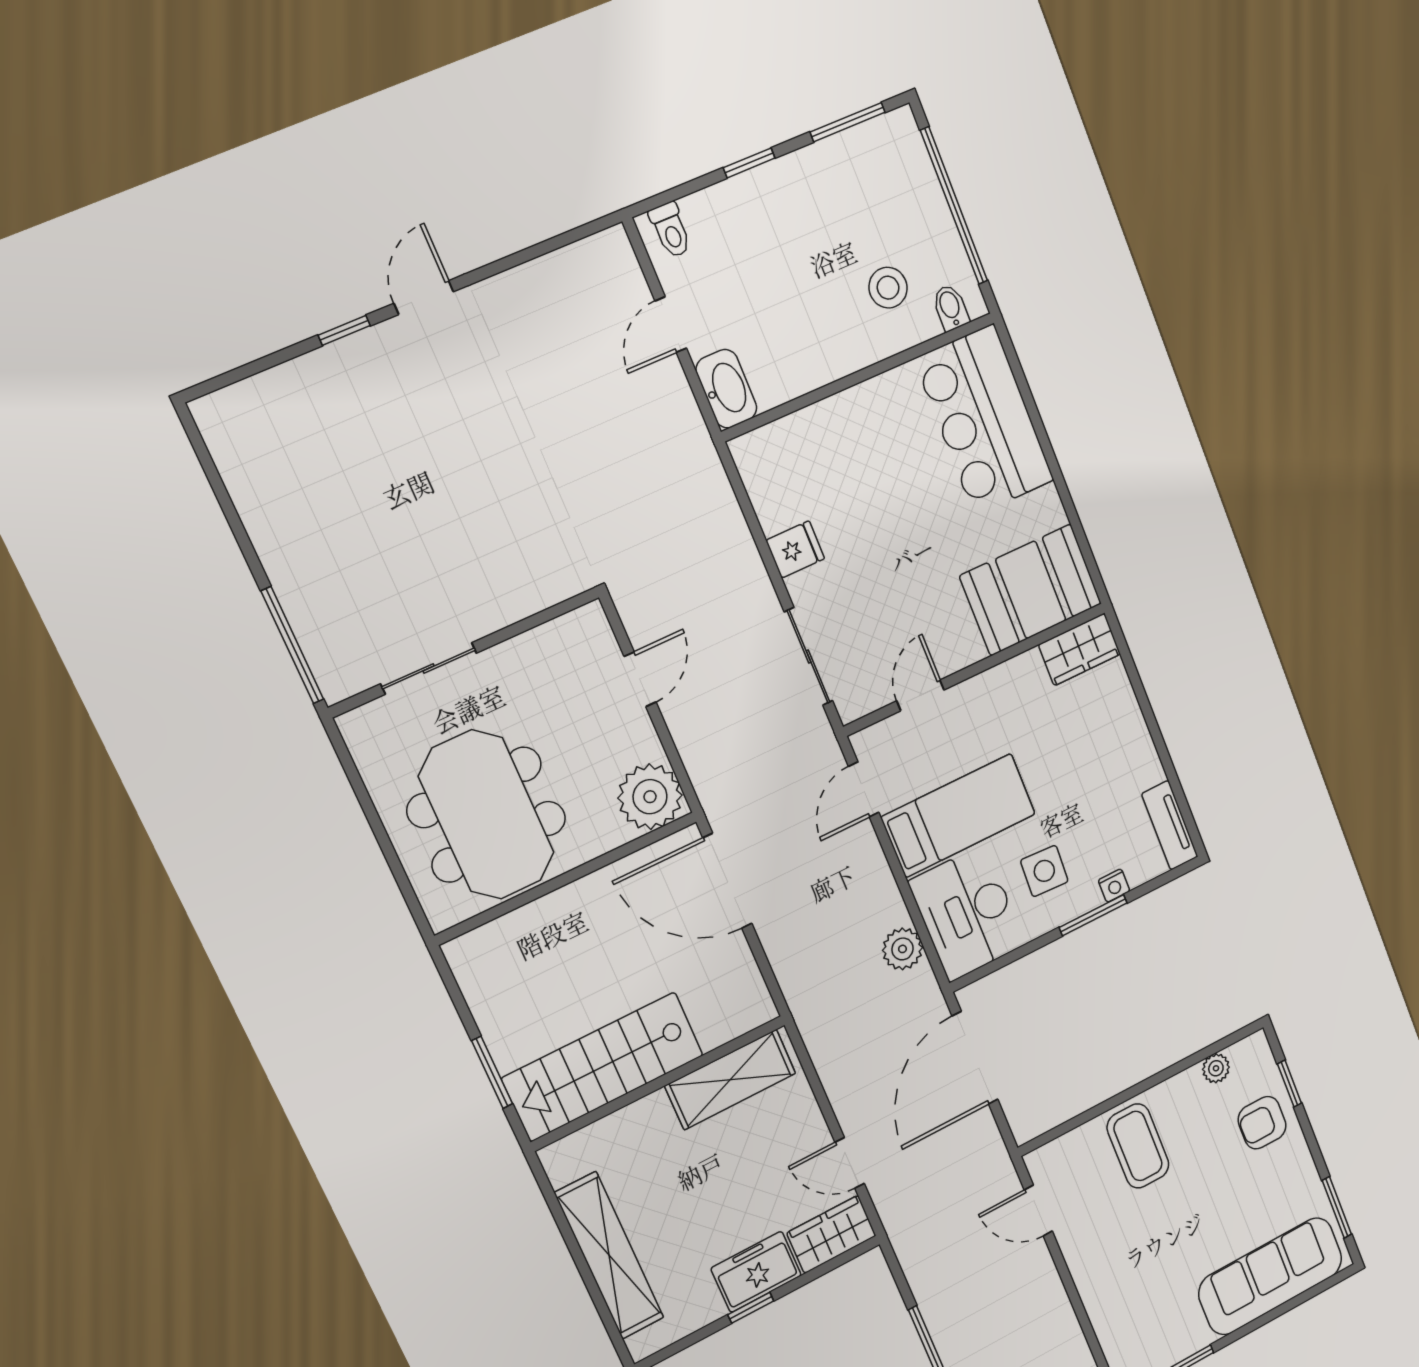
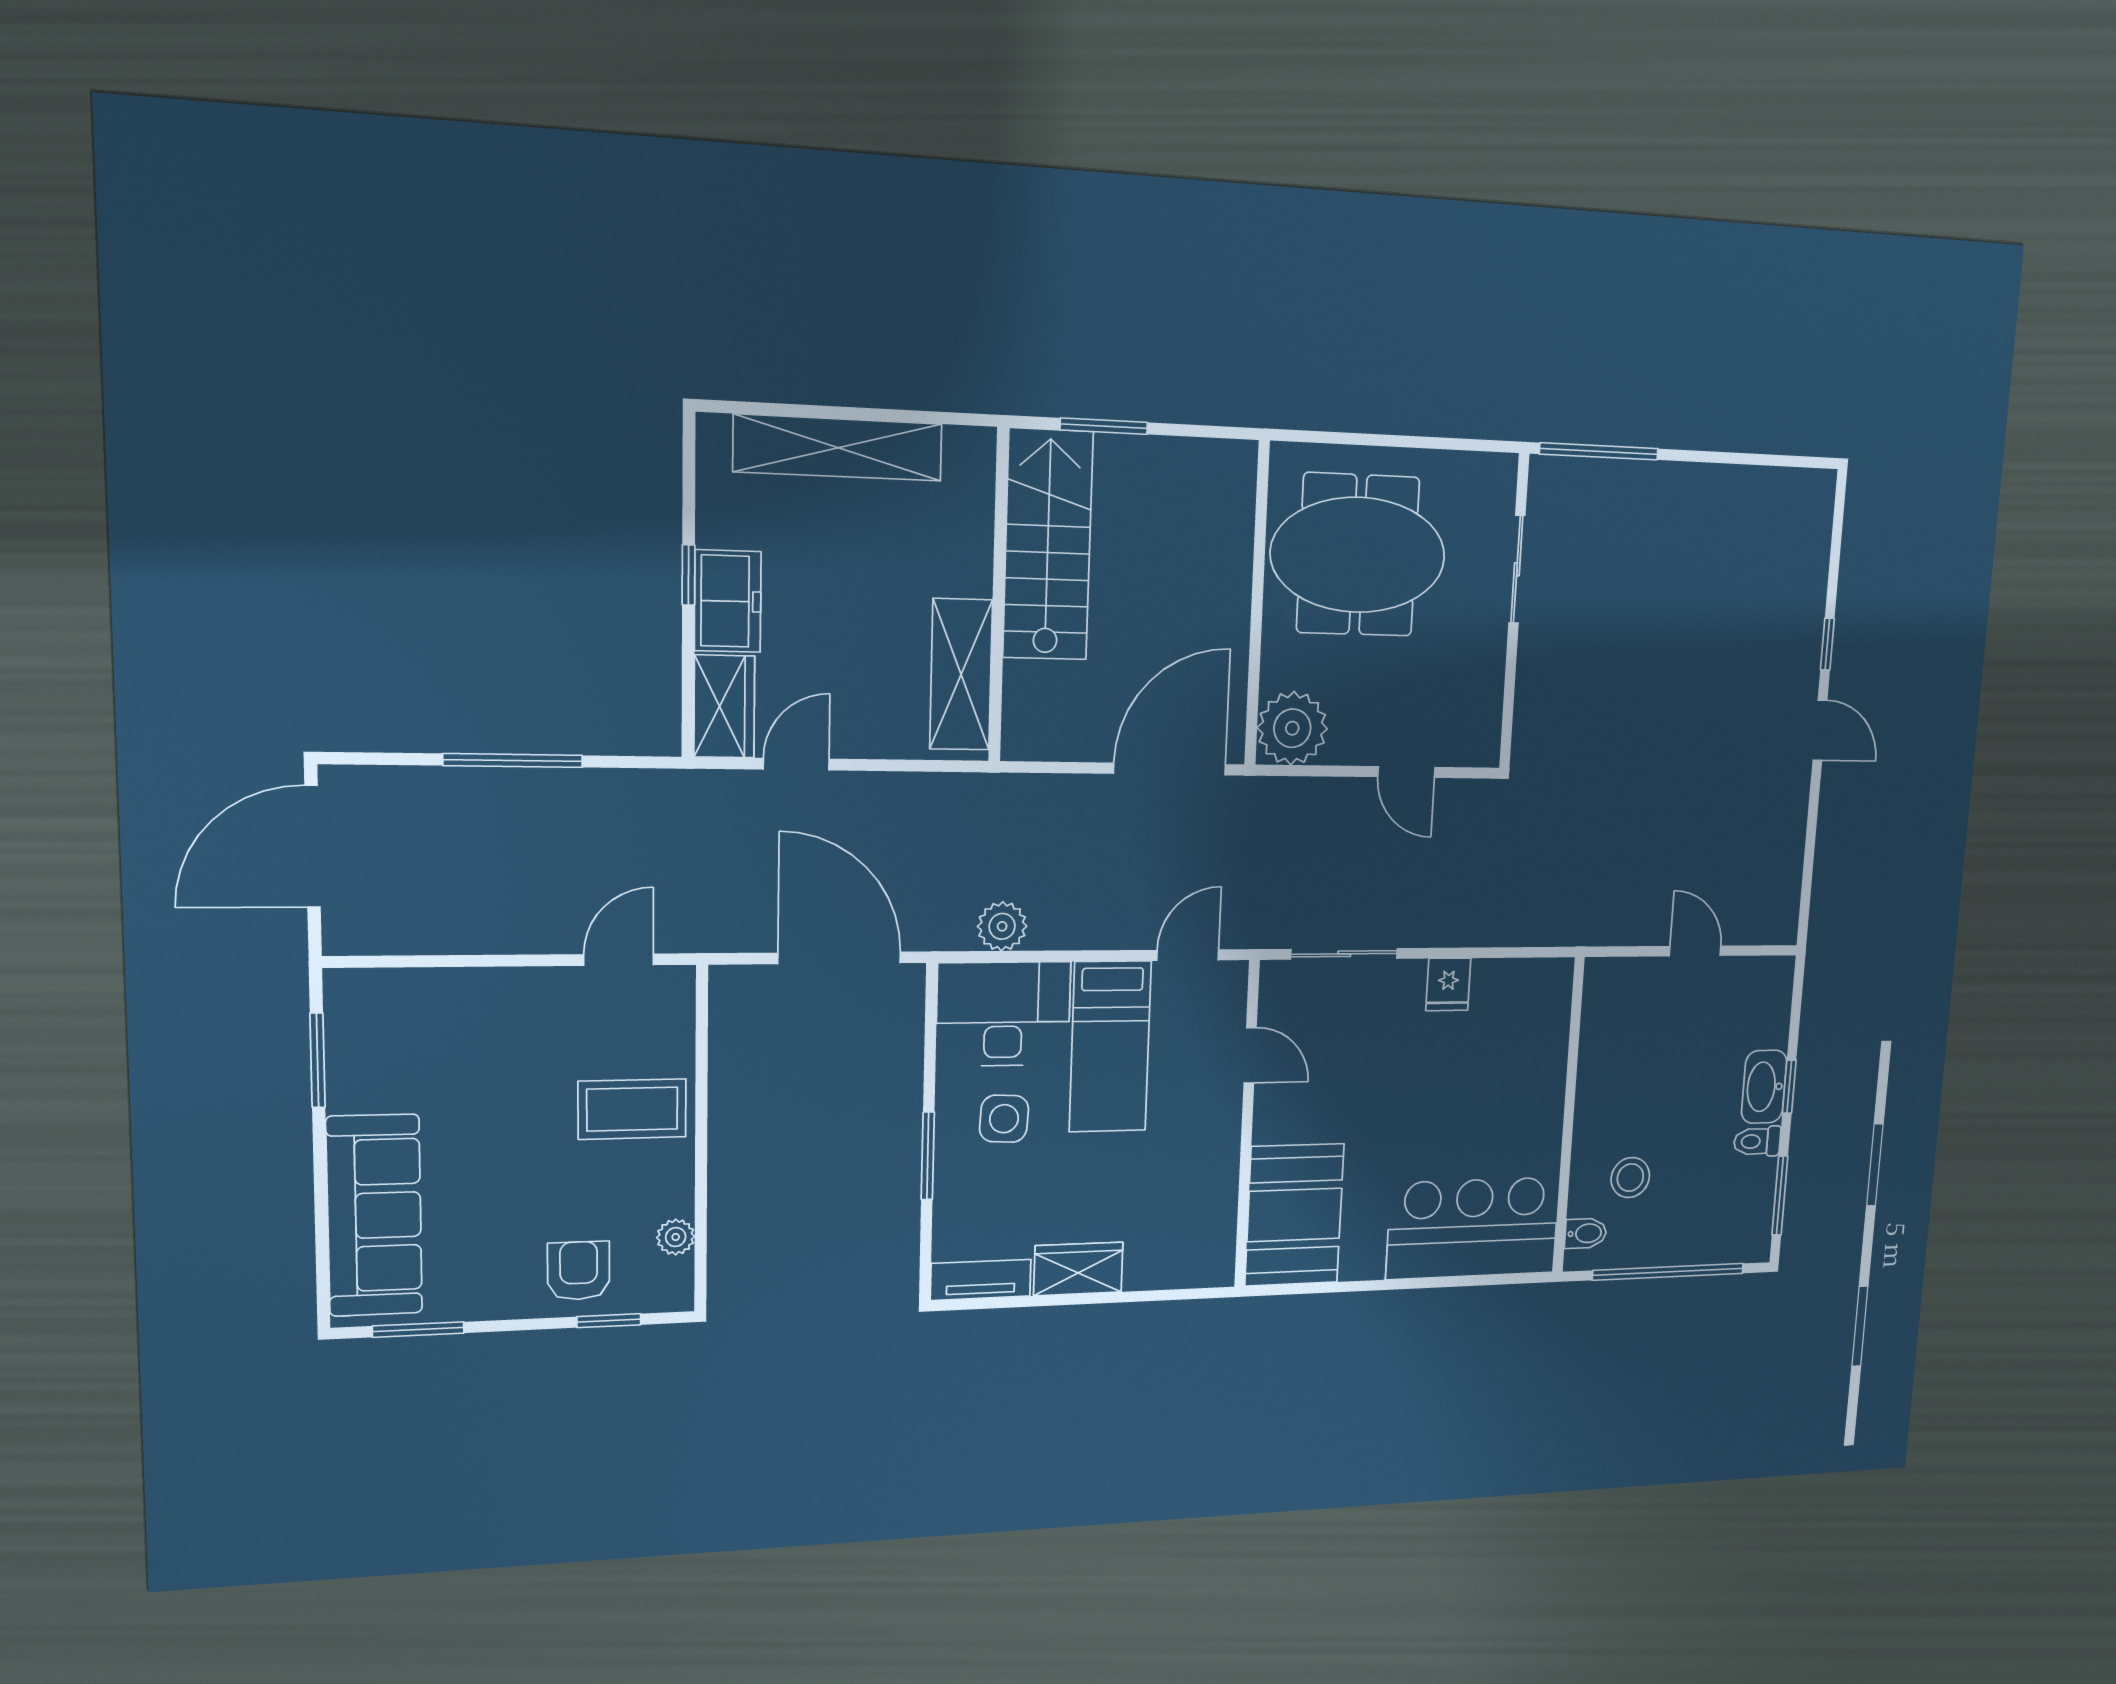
toilet: (671, 230) -> (1757, 1141), moved
washbasin: (726, 389) -> (1764, 1087), moved, turned 90
wardrobe: (1080, 649) -> (1078, 1269), moved, turned 90
door: (864, 789) -> (1188, 955), hinge flipped
nightstand: (1114, 886) -> (948, 1192), removed

